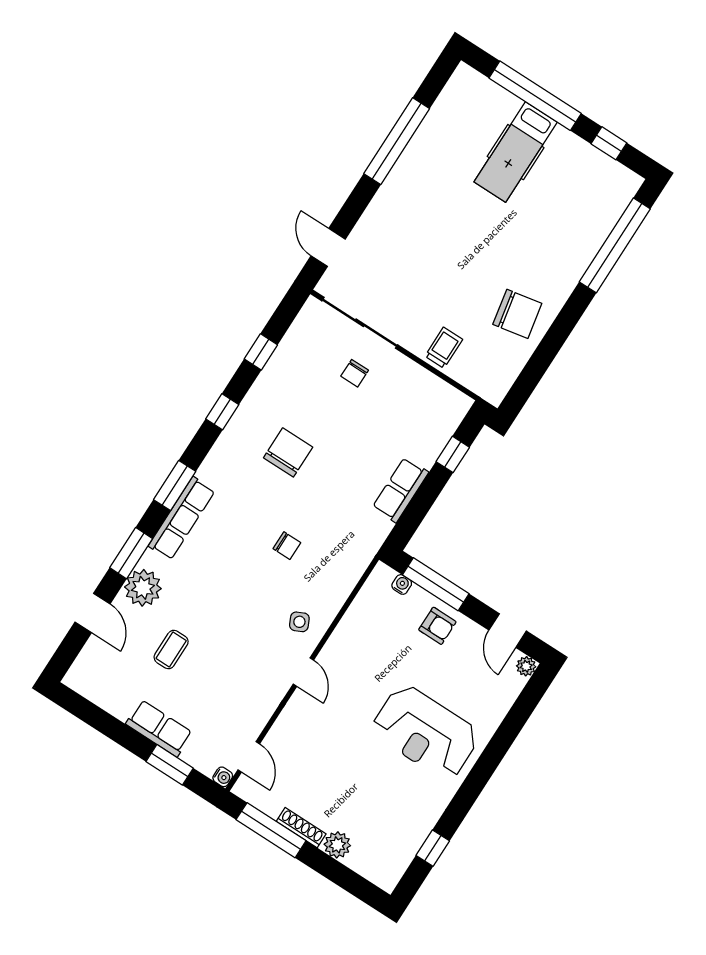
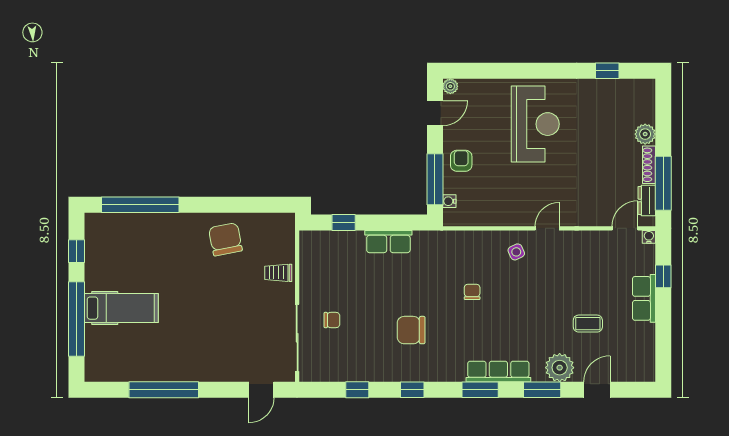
window: (170, 765) -> (663, 276), width x0.67
dresser: (264, 800) -> (647, 200), added

